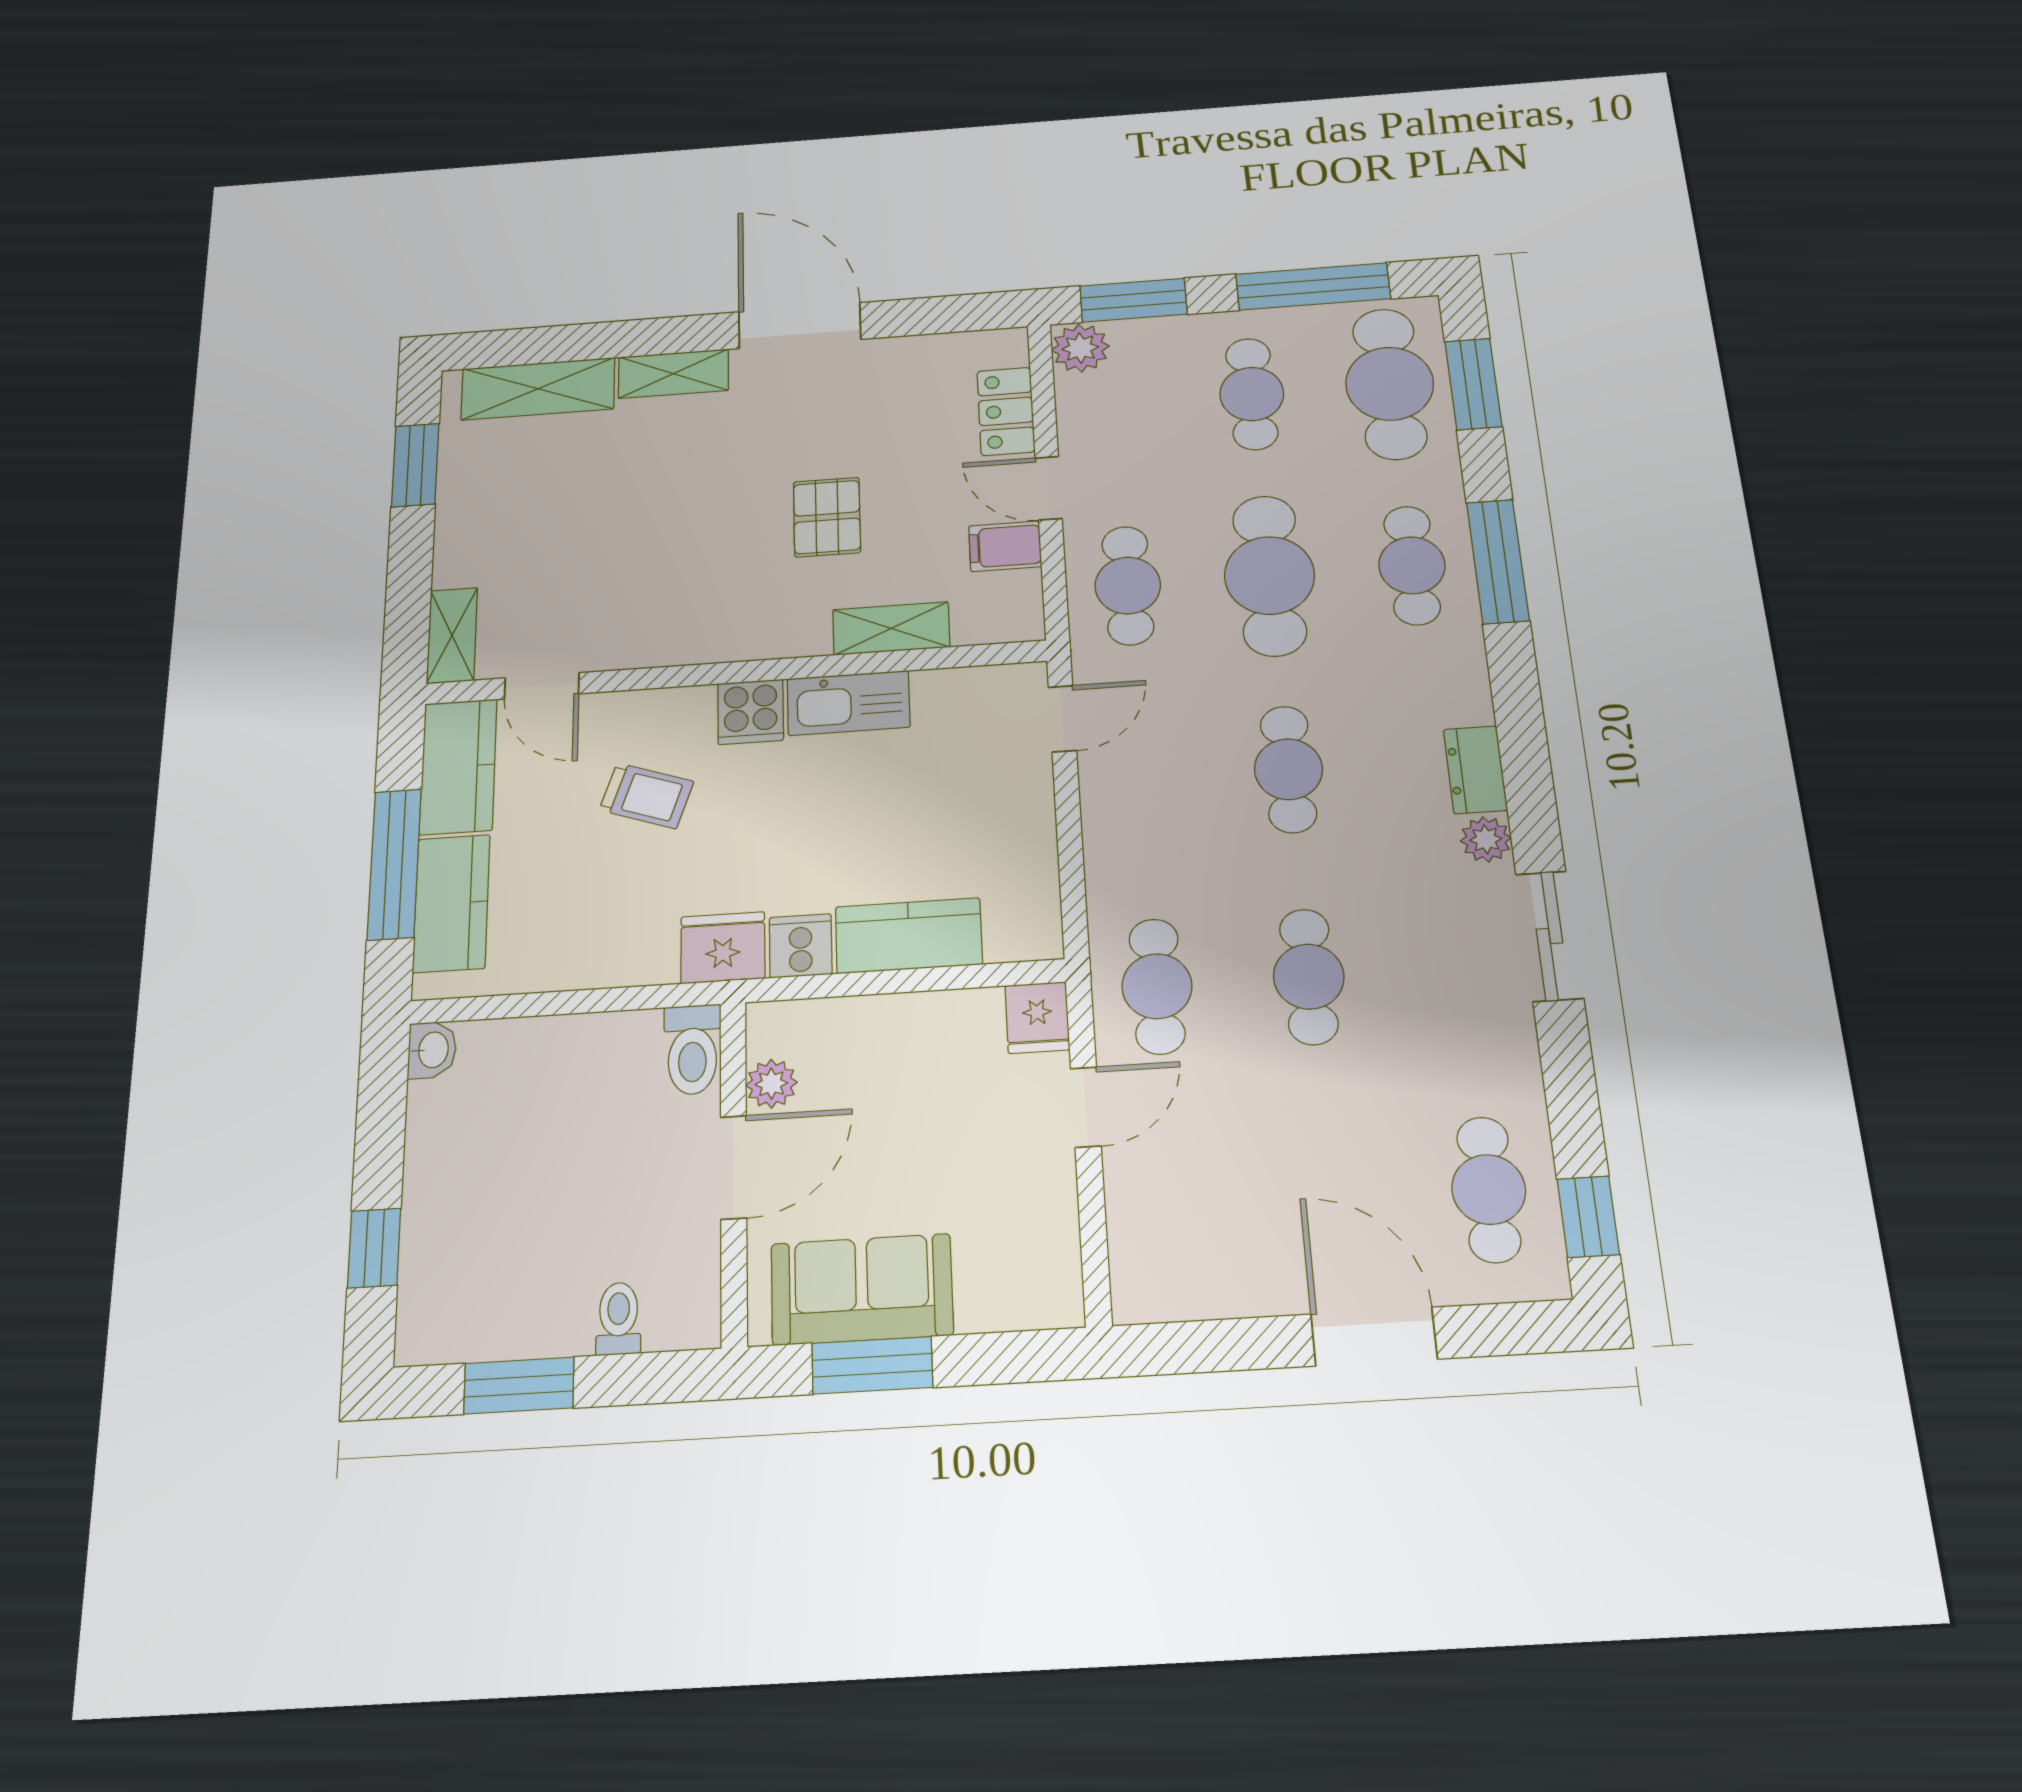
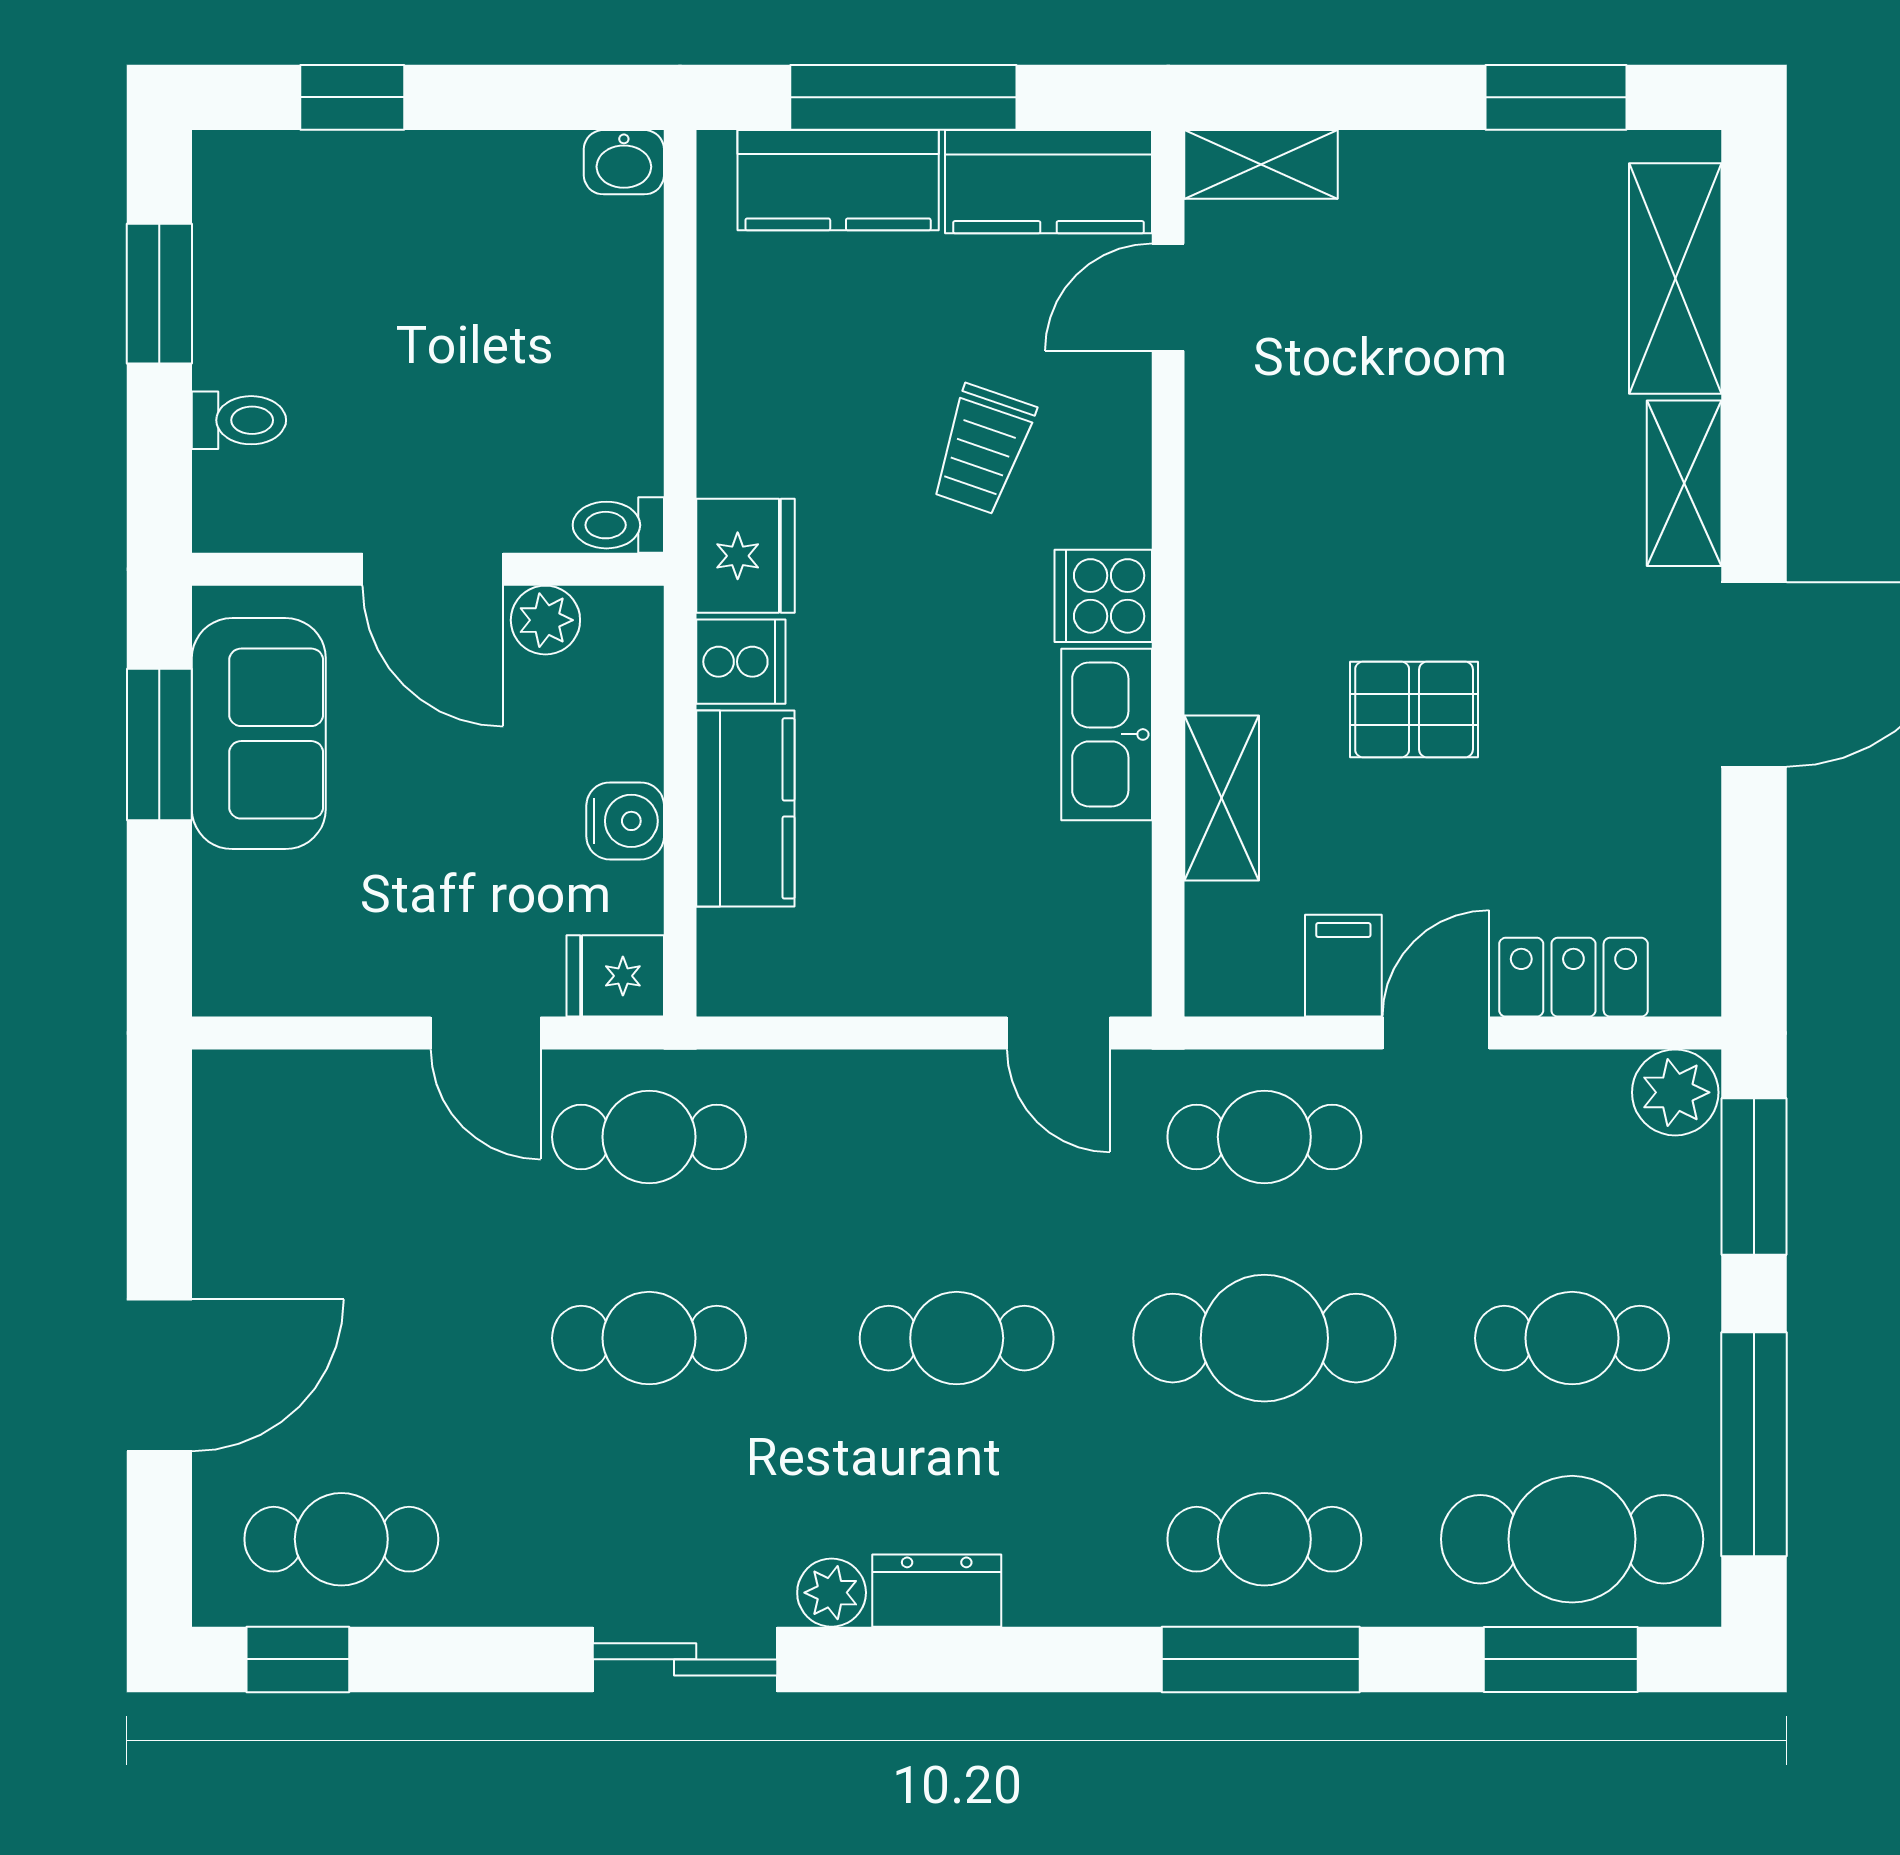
water cooler: (921, 1018) -> (625, 821), added
toilet: (692, 1050) -> (618, 525), width x0.73, depth x0.72

